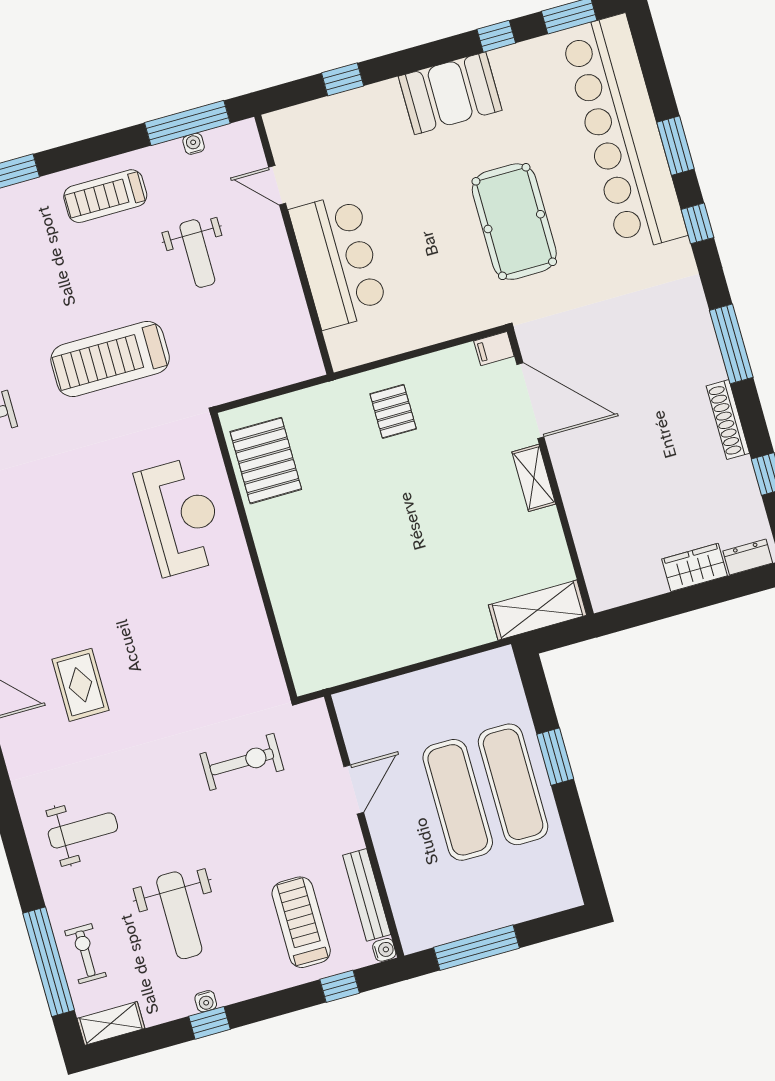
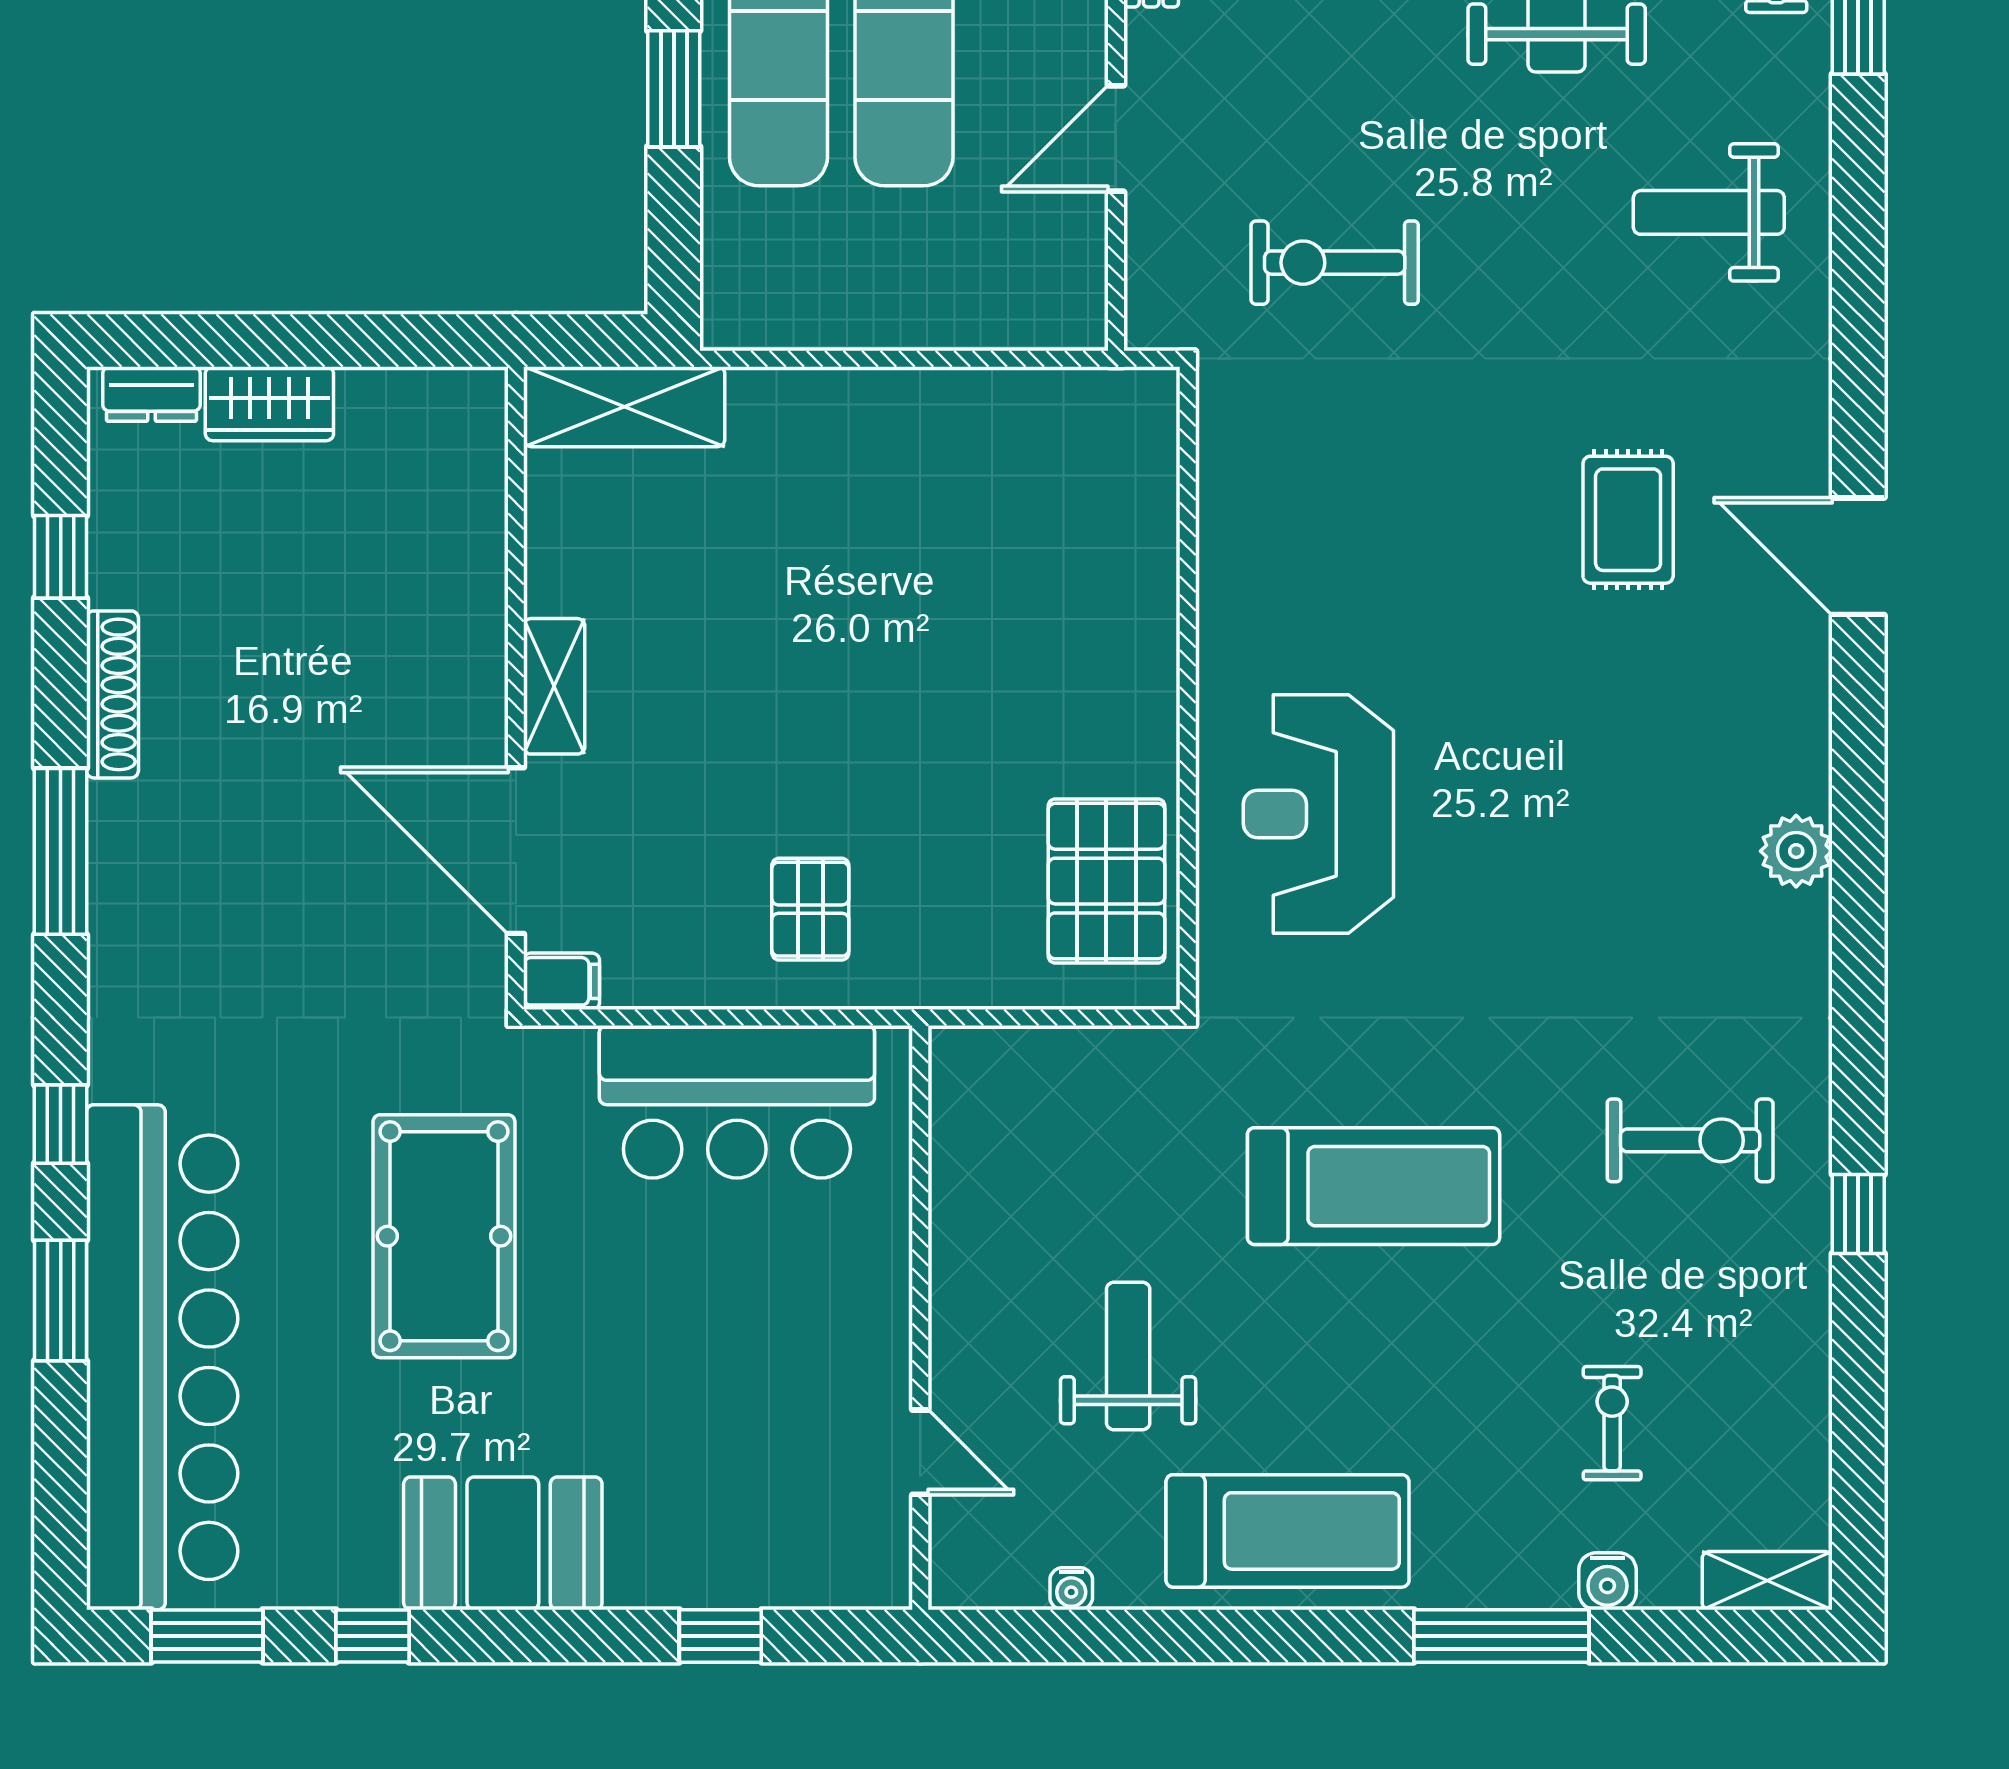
window: (187, 123) -> (1072, 1636), removed
treadmill: (105, 196) -> (1288, 1531), width x1.37, depth x1.37
bar counter: (338, 261) -> (737, 1102), moved, turned -90

